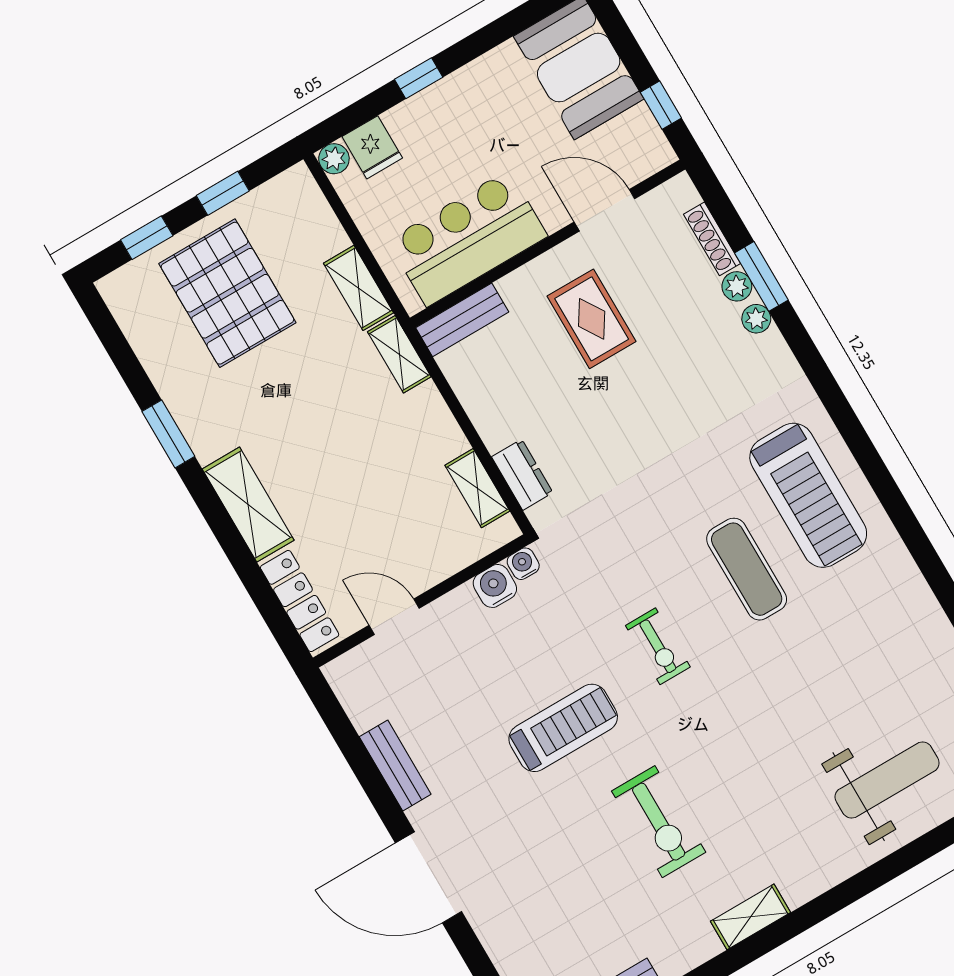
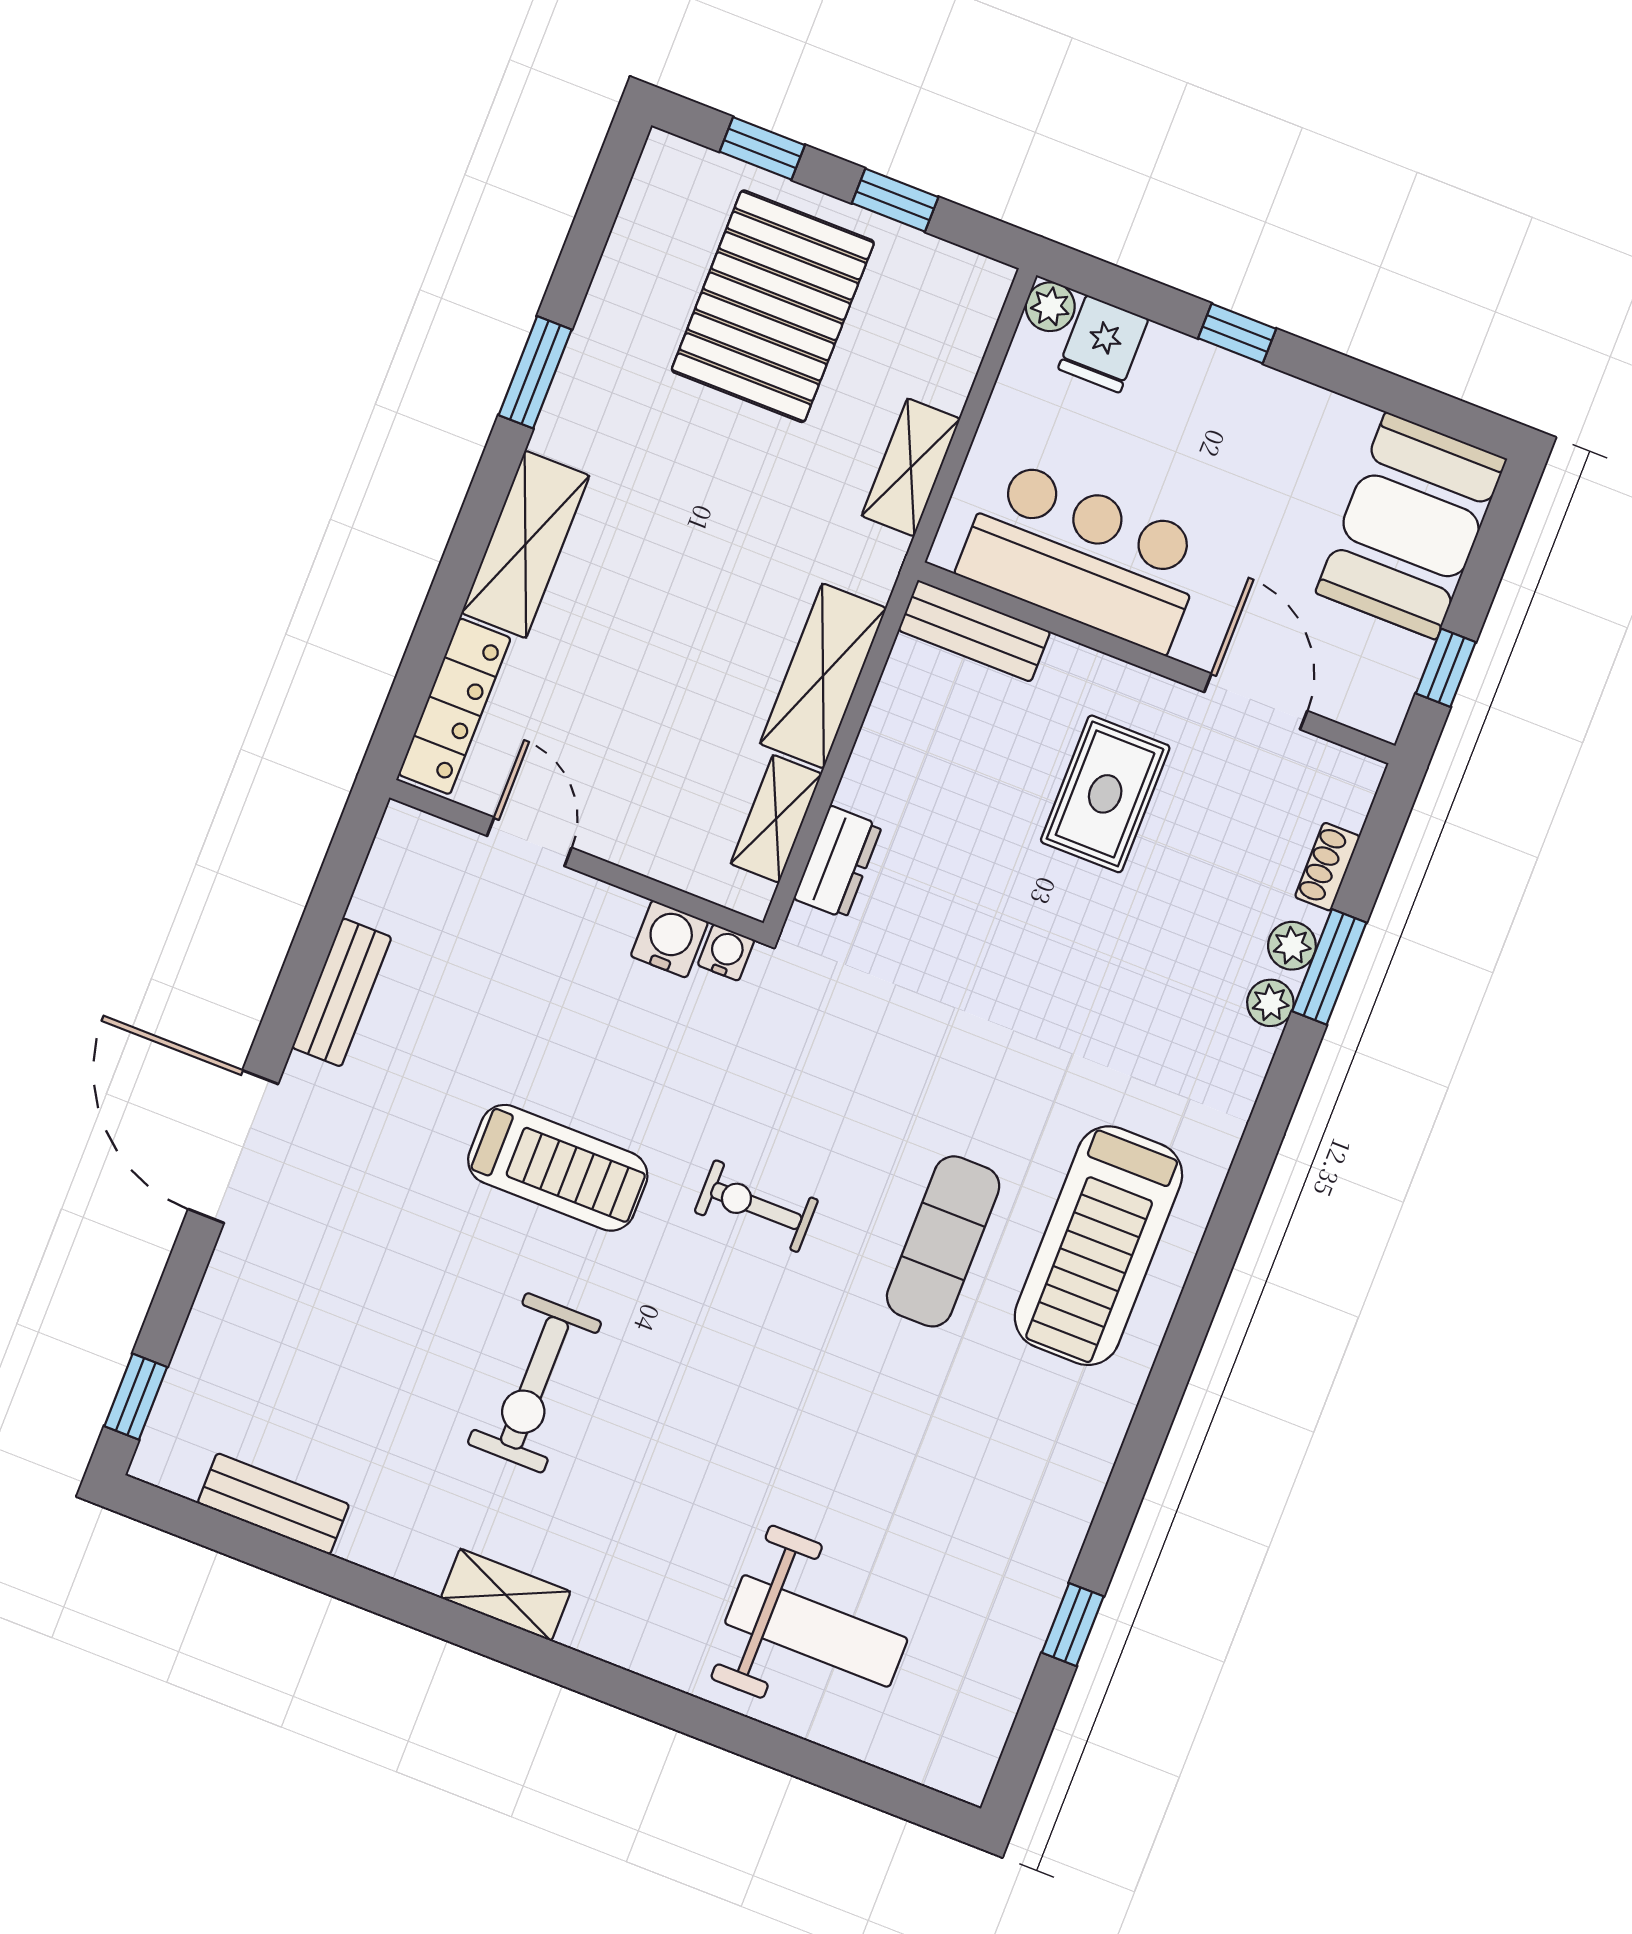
shoe rack: (712, 239) -> (1327, 867), width x0.70
shelving: (399, 354) -> (823, 676), moved, width x1.50, depth x1.33
exercise bike: (658, 646) -> (756, 1206), turned 90

